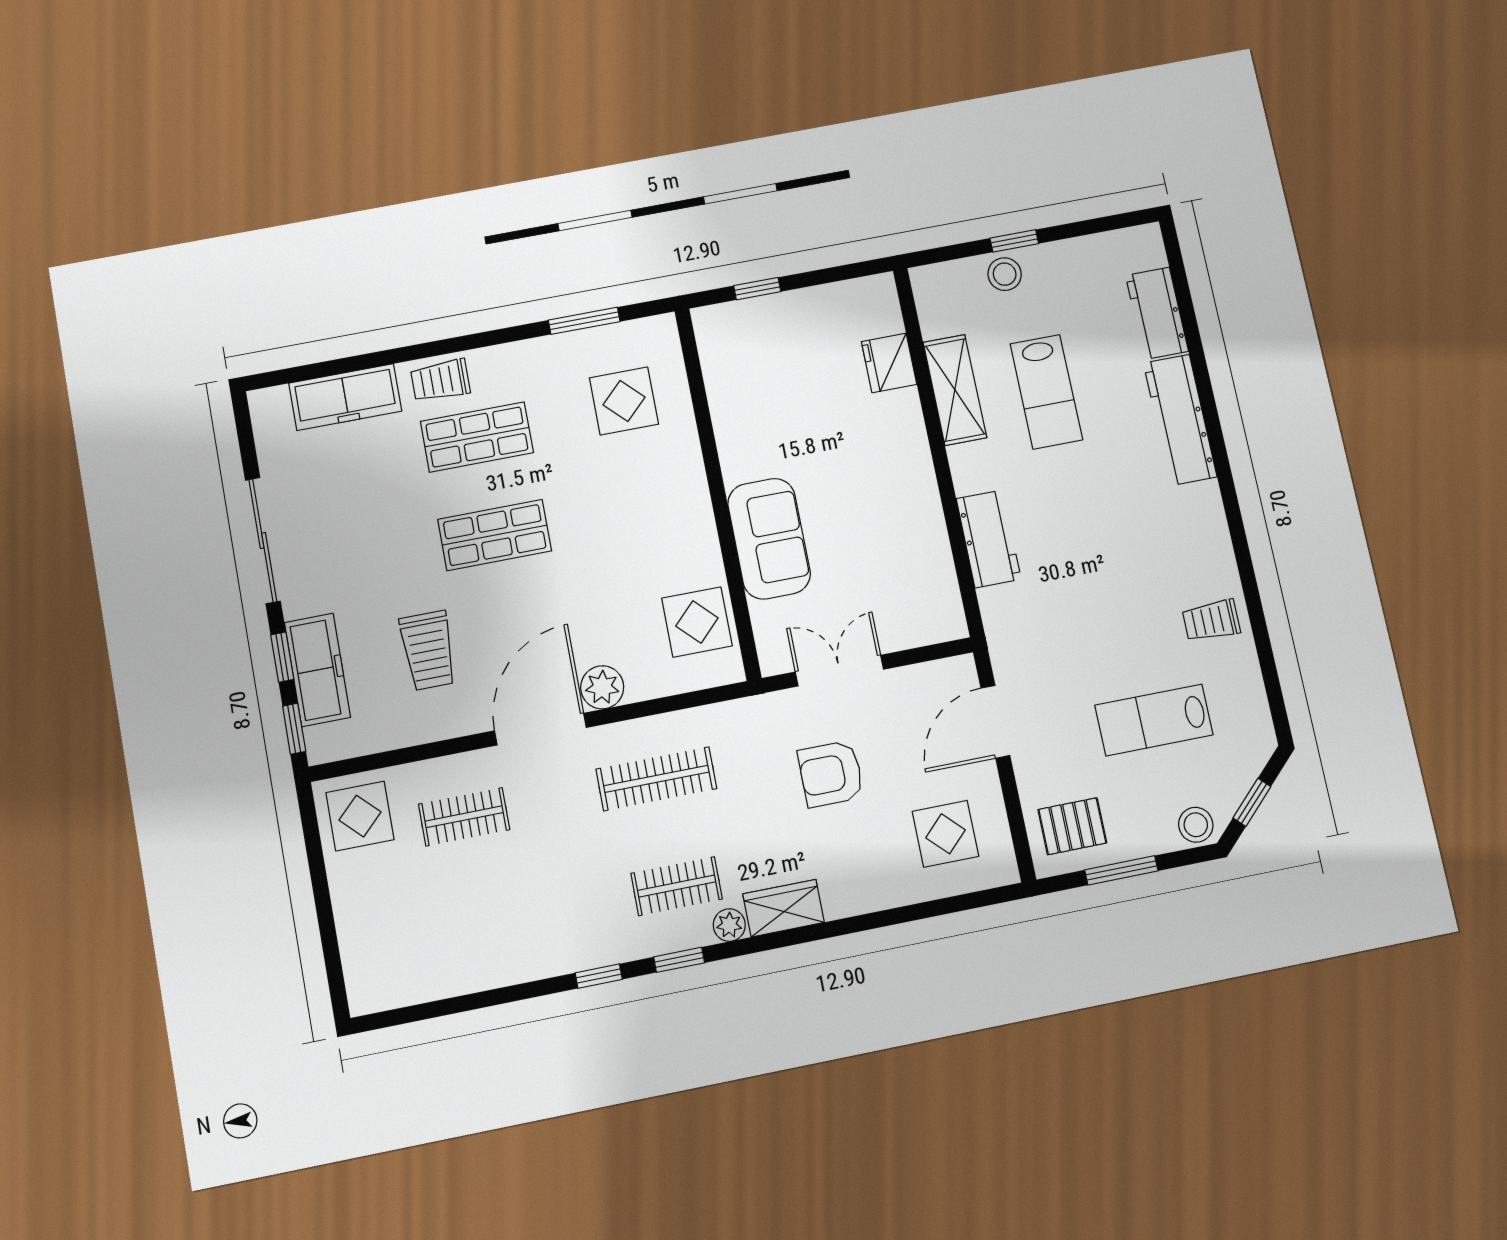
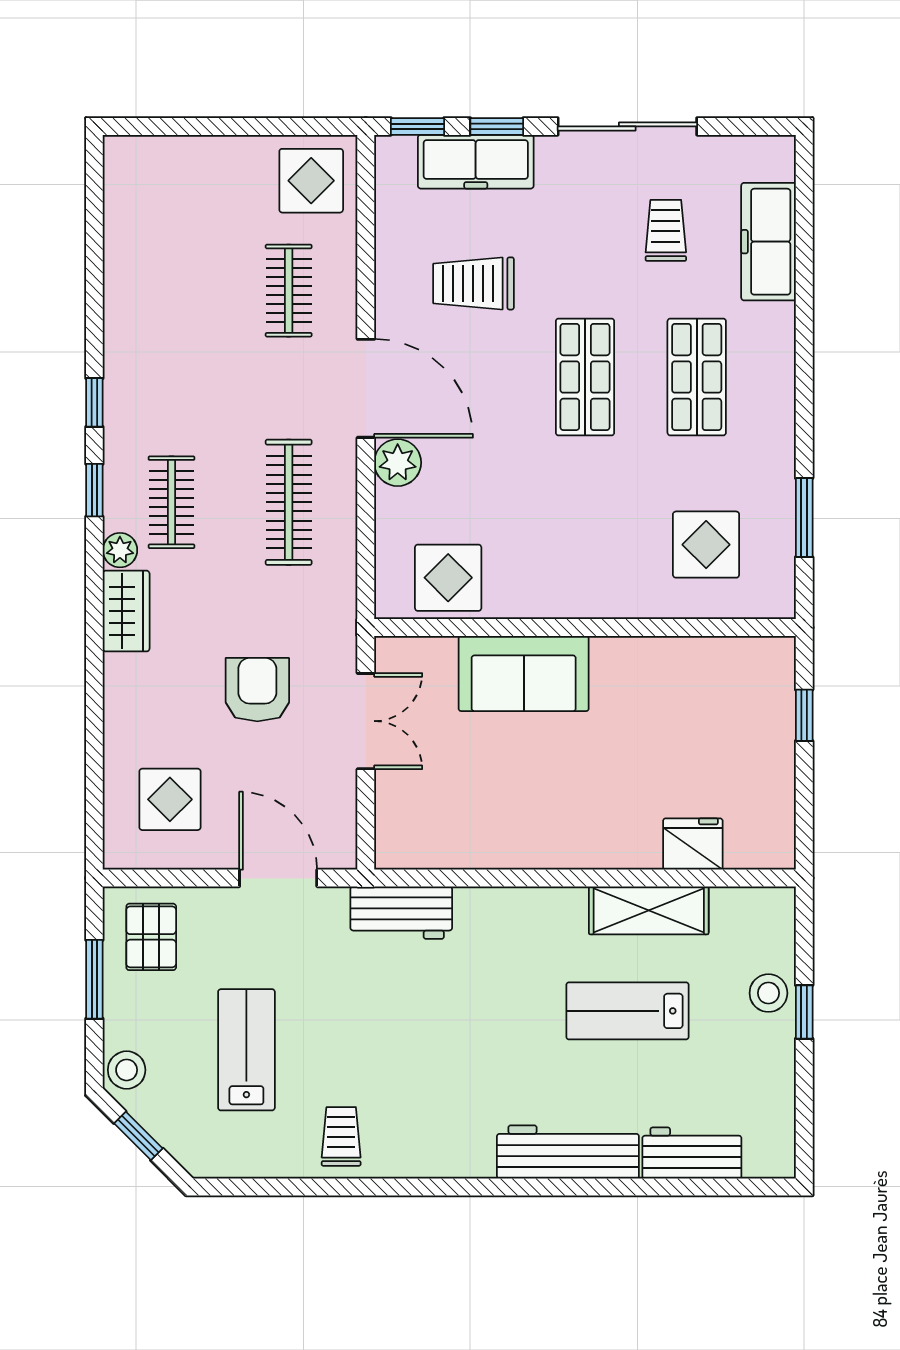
trolley: (440, 380) -> (666, 230), moved
workbench: (989, 539) -> (401, 913), moved

